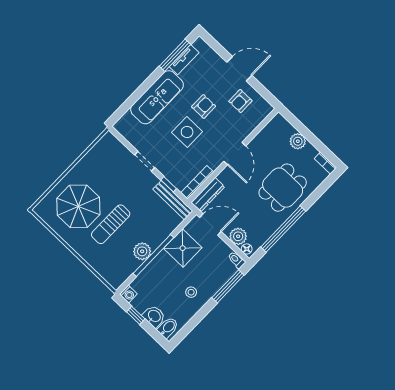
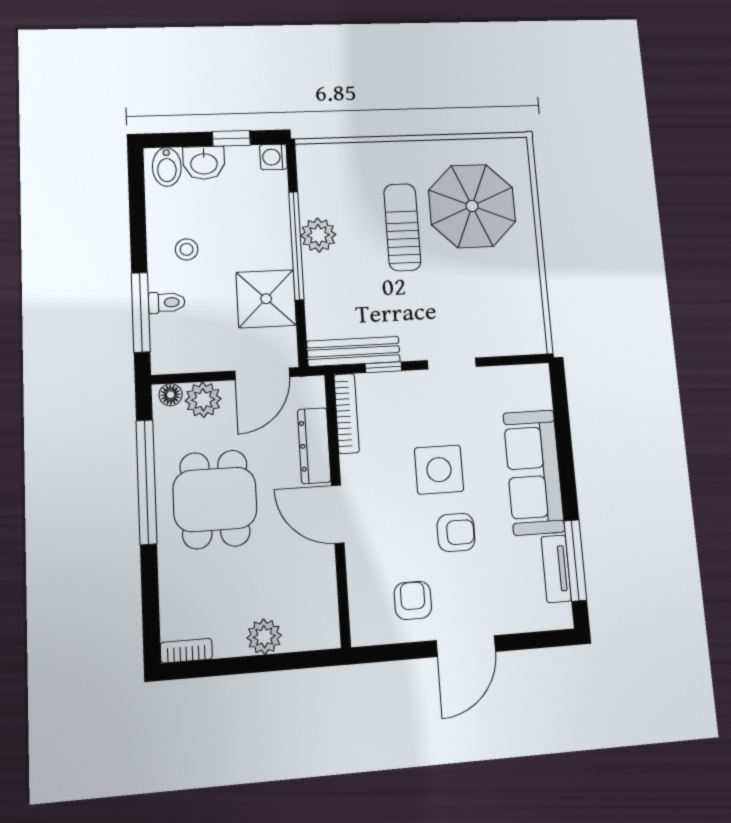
armchair: (204, 106) -> (456, 532), turned -90
dining table: (283, 188) -> (215, 499), moved
dresser: (208, 195) -> (314, 446), moved
toilet: (236, 260) -> (167, 302), moved

